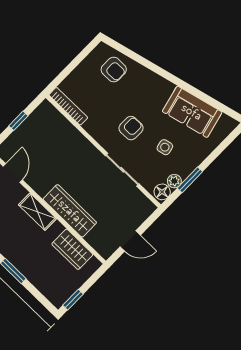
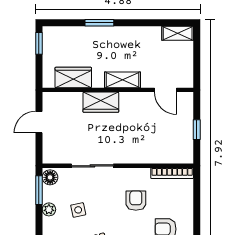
armchair: (131, 128) -> (136, 201), moved, turned 180
window: (190, 180) -> (39, 190), moved
plant: (174, 181) -> (49, 209), moved
wardrobe: (70, 211) -> (101, 102), width x0.67

